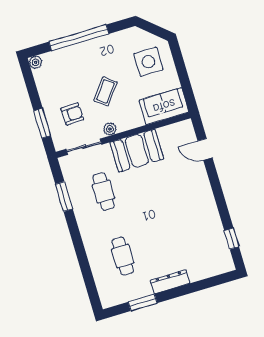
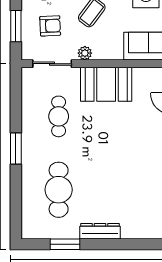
window: (64, 196) -> (16, 148), moved
cafe table: (123, 256) -> (59, 190), width x1.37, depth x1.35

